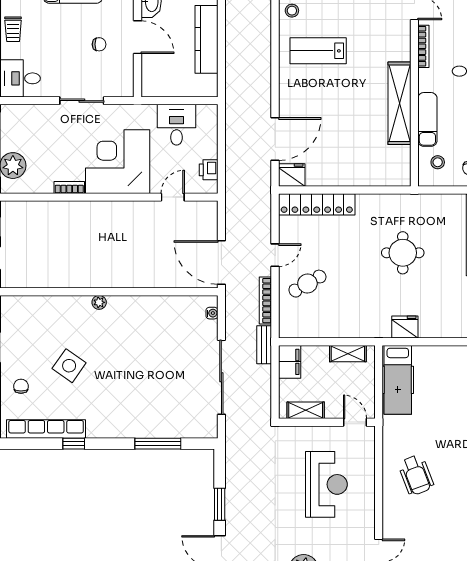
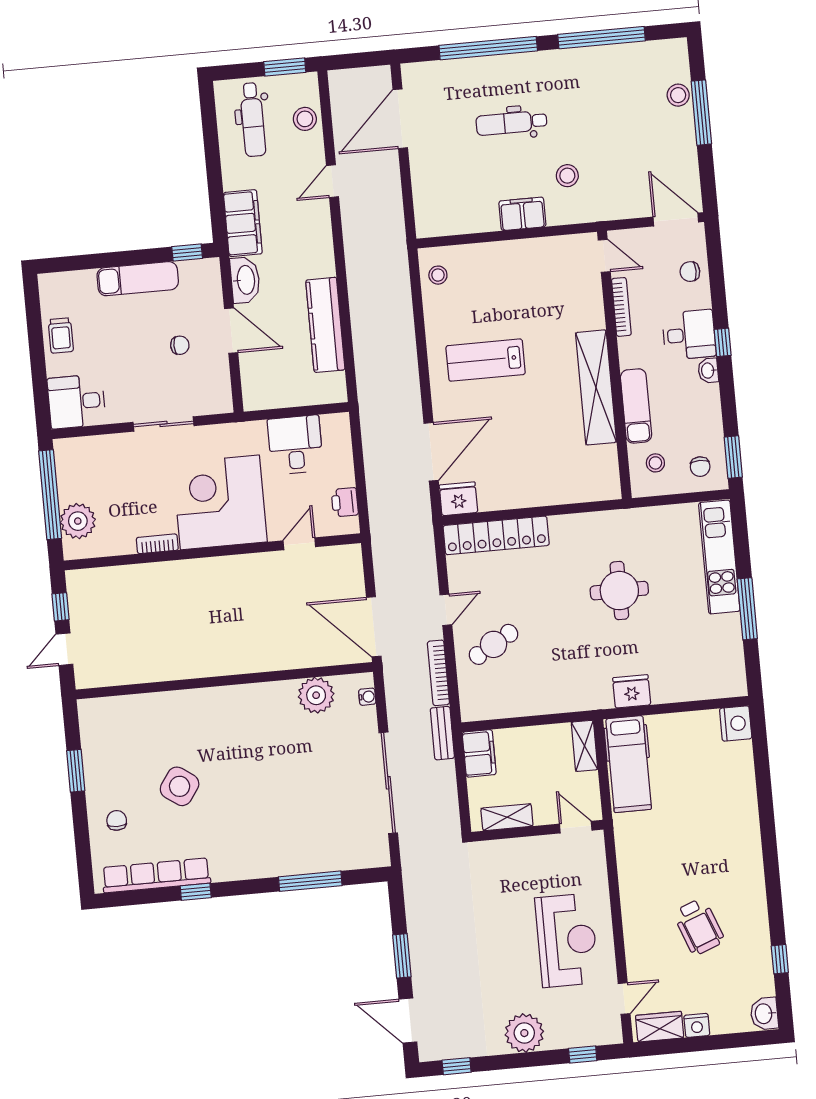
lab bench: (318, 51) -> (486, 360), moved
plant: (99, 302) -> (316, 695), moved, width x1.88, depth x1.88
shelving: (348, 354) -> (584, 746), moved, turned 90
wheelchair: (416, 475) -> (699, 927), moved
reception desk: (326, 484) -> (567, 940), moved

